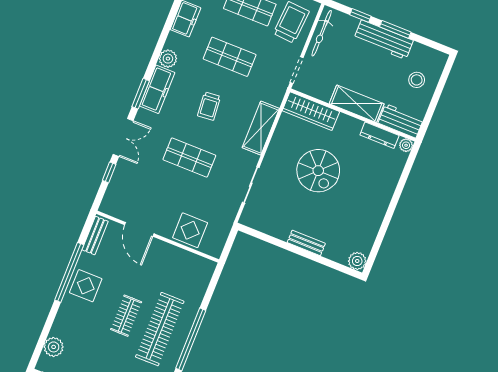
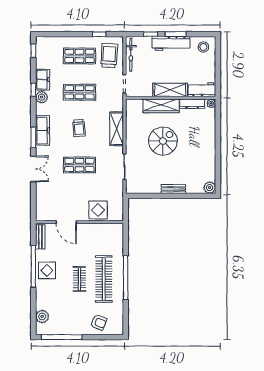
plant: (168, 59) -> (42, 97), moved
stool: (417, 80) -> (203, 47), moved
wardrobe: (311, 111) -> (161, 106), moved
spiral stairs: (318, 171) -> (163, 141), turned -90
window: (109, 172) -> (33, 90), moved

